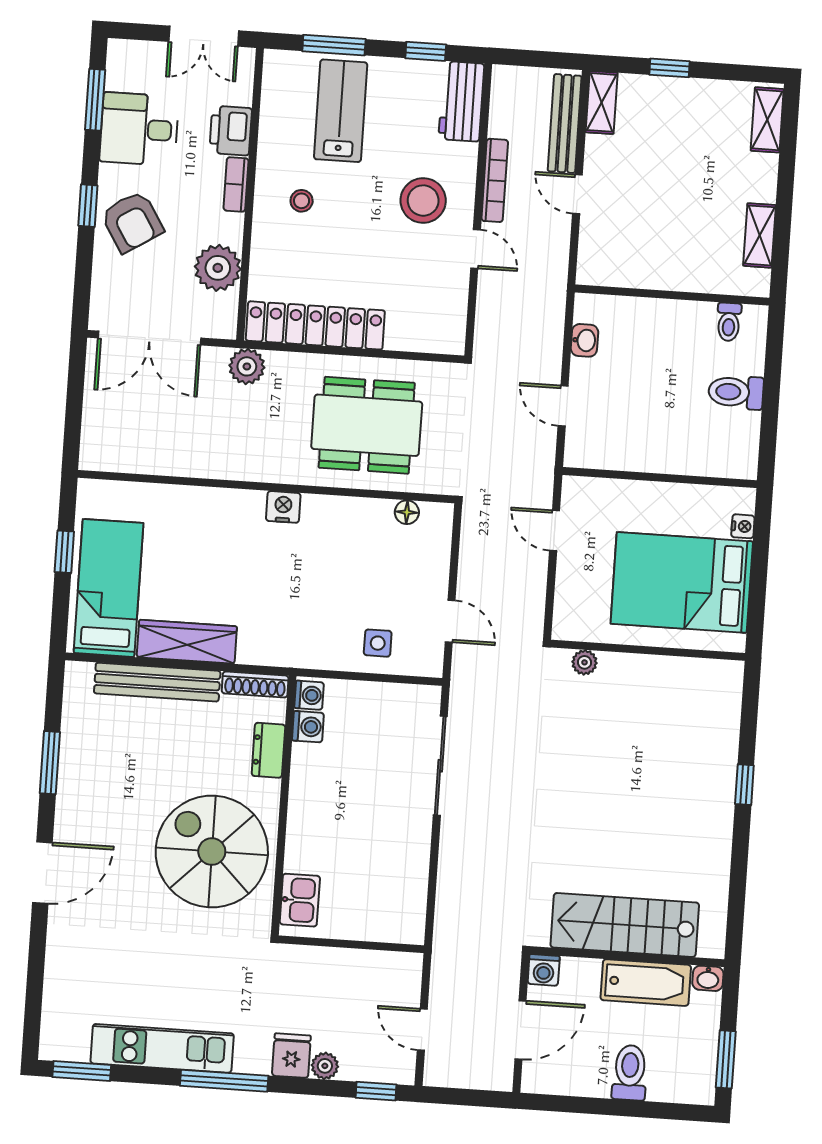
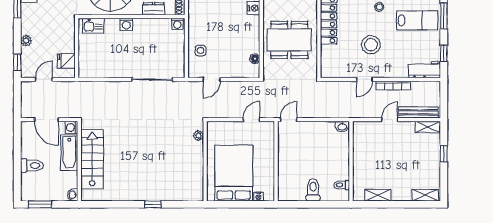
stool: (423, 201) -> (371, 45), moved
washbasin: (584, 340) -> (342, 127), moved
door: (563, 406) -> (289, 120), moved
dining table: (367, 425) -> (289, 40), turned 90
washing machine: (308, 727) -> (126, 24), moved
bathtub: (646, 983) -> (69, 153), moved
fridge: (291, 1056) -> (66, 61), moved, turned 180

